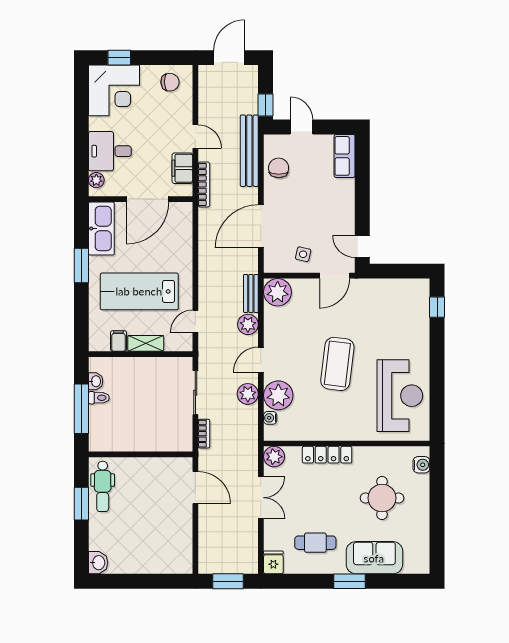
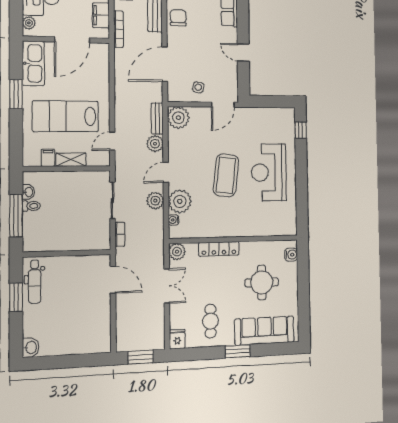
door: (362, 247) -> (243, 53), moved
reception desk: (400, 396) -> (269, 172), moved, turned 180
cafe table: (315, 543) -> (210, 321), turned 90
sofa: (374, 558) -> (264, 331), width x1.36

